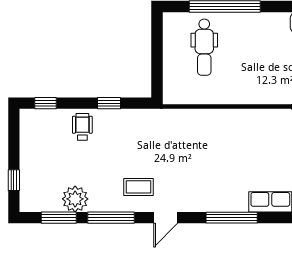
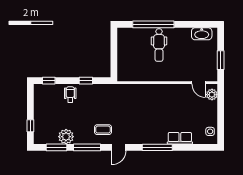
dental chair: (204, 47) -> (159, 45), moved

